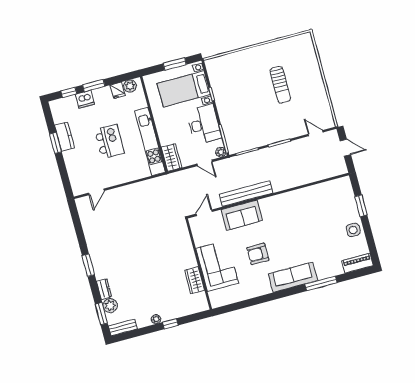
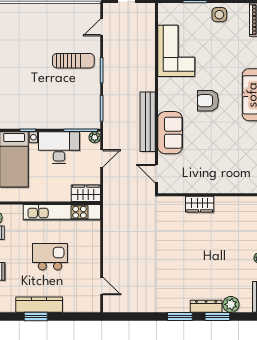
sun lounger: (280, 85) -> (73, 61), moved
kitchen counter: (65, 137) -> (39, 305), width x1.50
armchair: (258, 254) -> (208, 101), moved, turned 90
corner sofa: (217, 266) -> (176, 51), moved, turned 90
wardrobe: (194, 280) -> (200, 204), moved
dresser: (104, 289) -> (206, 306), width x1.44
window: (101, 314) -> (217, 317), moved

